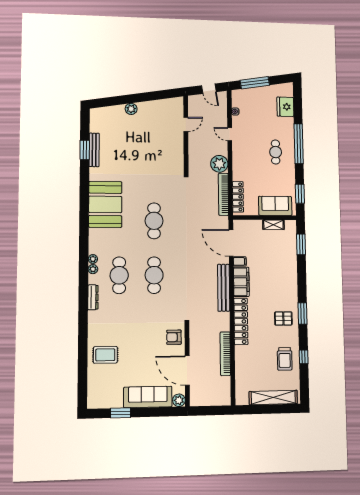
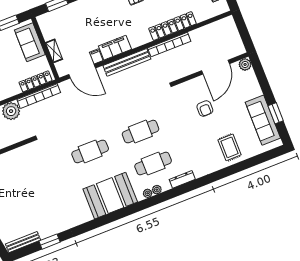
bench: (94, 150) -> (23, 242), moved
booth: (105, 204) -> (110, 196), moved
shelving: (273, 225) -> (54, 51), moved
door: (231, 243) -> (82, 71), hinge flipped
locker: (241, 321) -> (173, 26), moved
armchair: (174, 337) -> (205, 109), moved
bookcase: (225, 354) -> (169, 45), moved
sofa: (148, 397) -> (263, 120), moved

